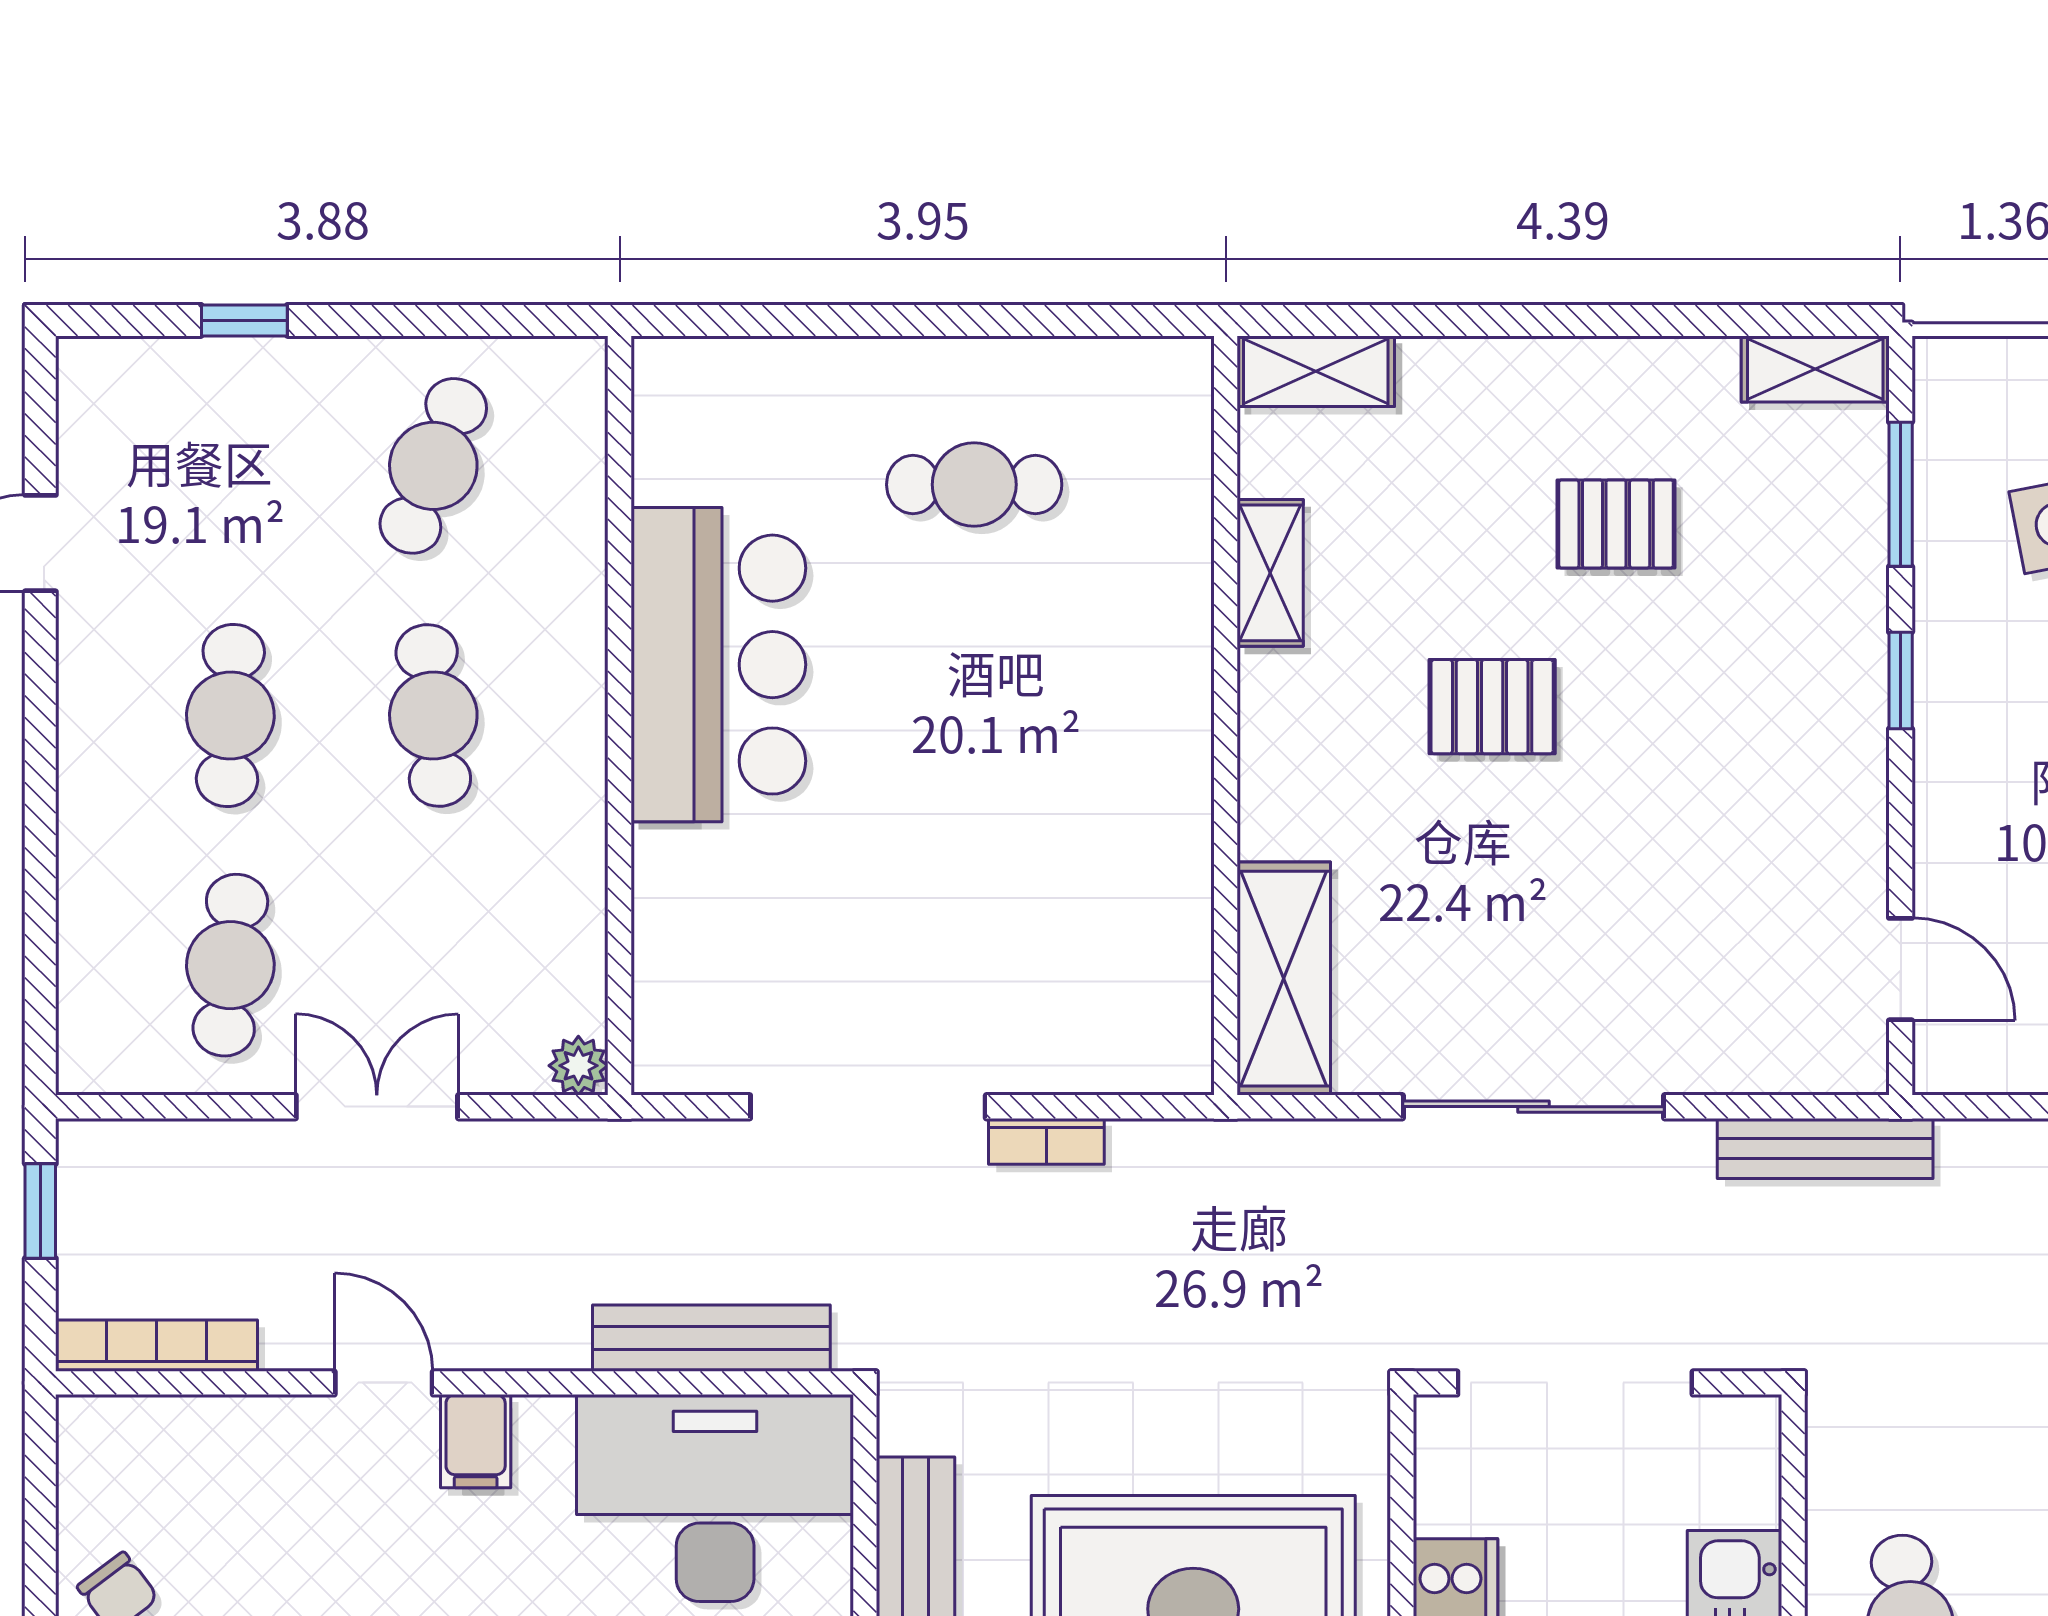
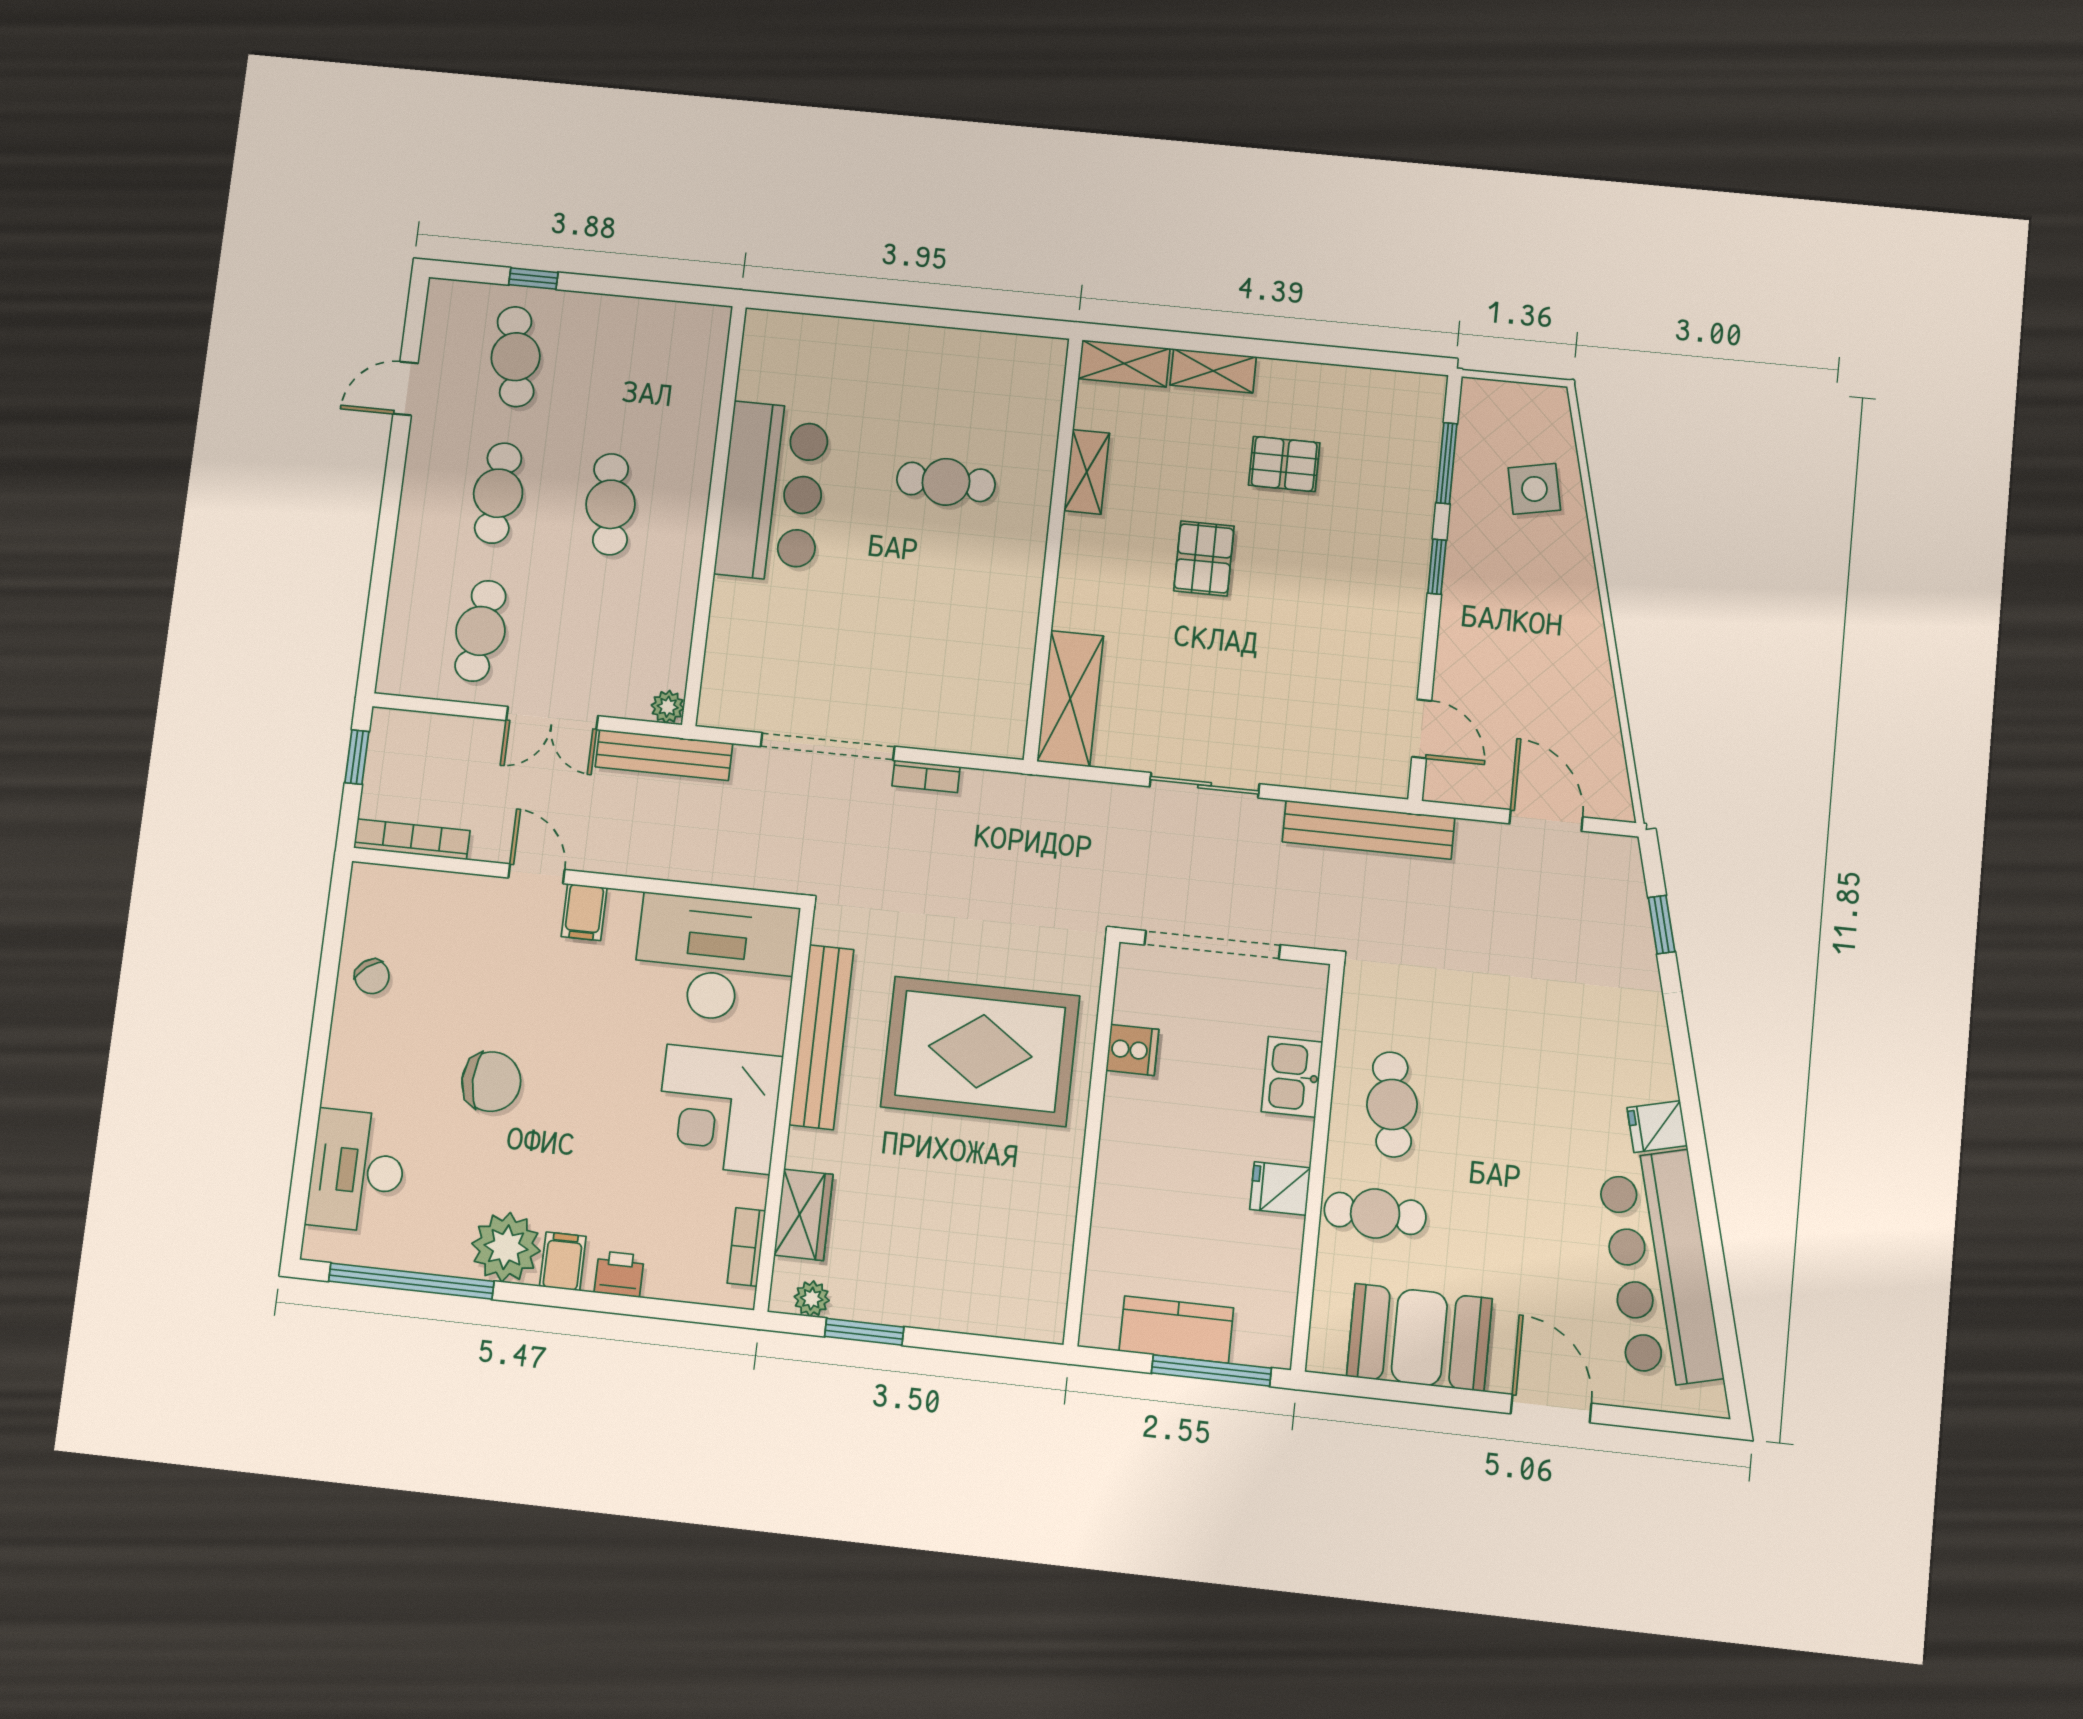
shelving: (1815, 369) -> (1213, 371), moved
cafe table: (433, 466) -> (516, 357), moved, turned -30
cafe table: (974, 485) -> (946, 482), moved
pallet: (1492, 707) -> (1204, 558), turned 90
double door: (377, 1107) -> (552, 718), swing flipped
sliding door: (1533, 1107) -> (1205, 785), width x0.73
bench: (1825, 1148) -> (1368, 830), width x1.37, depth x1.21
bench: (711, 1338) -> (664, 755), moved

